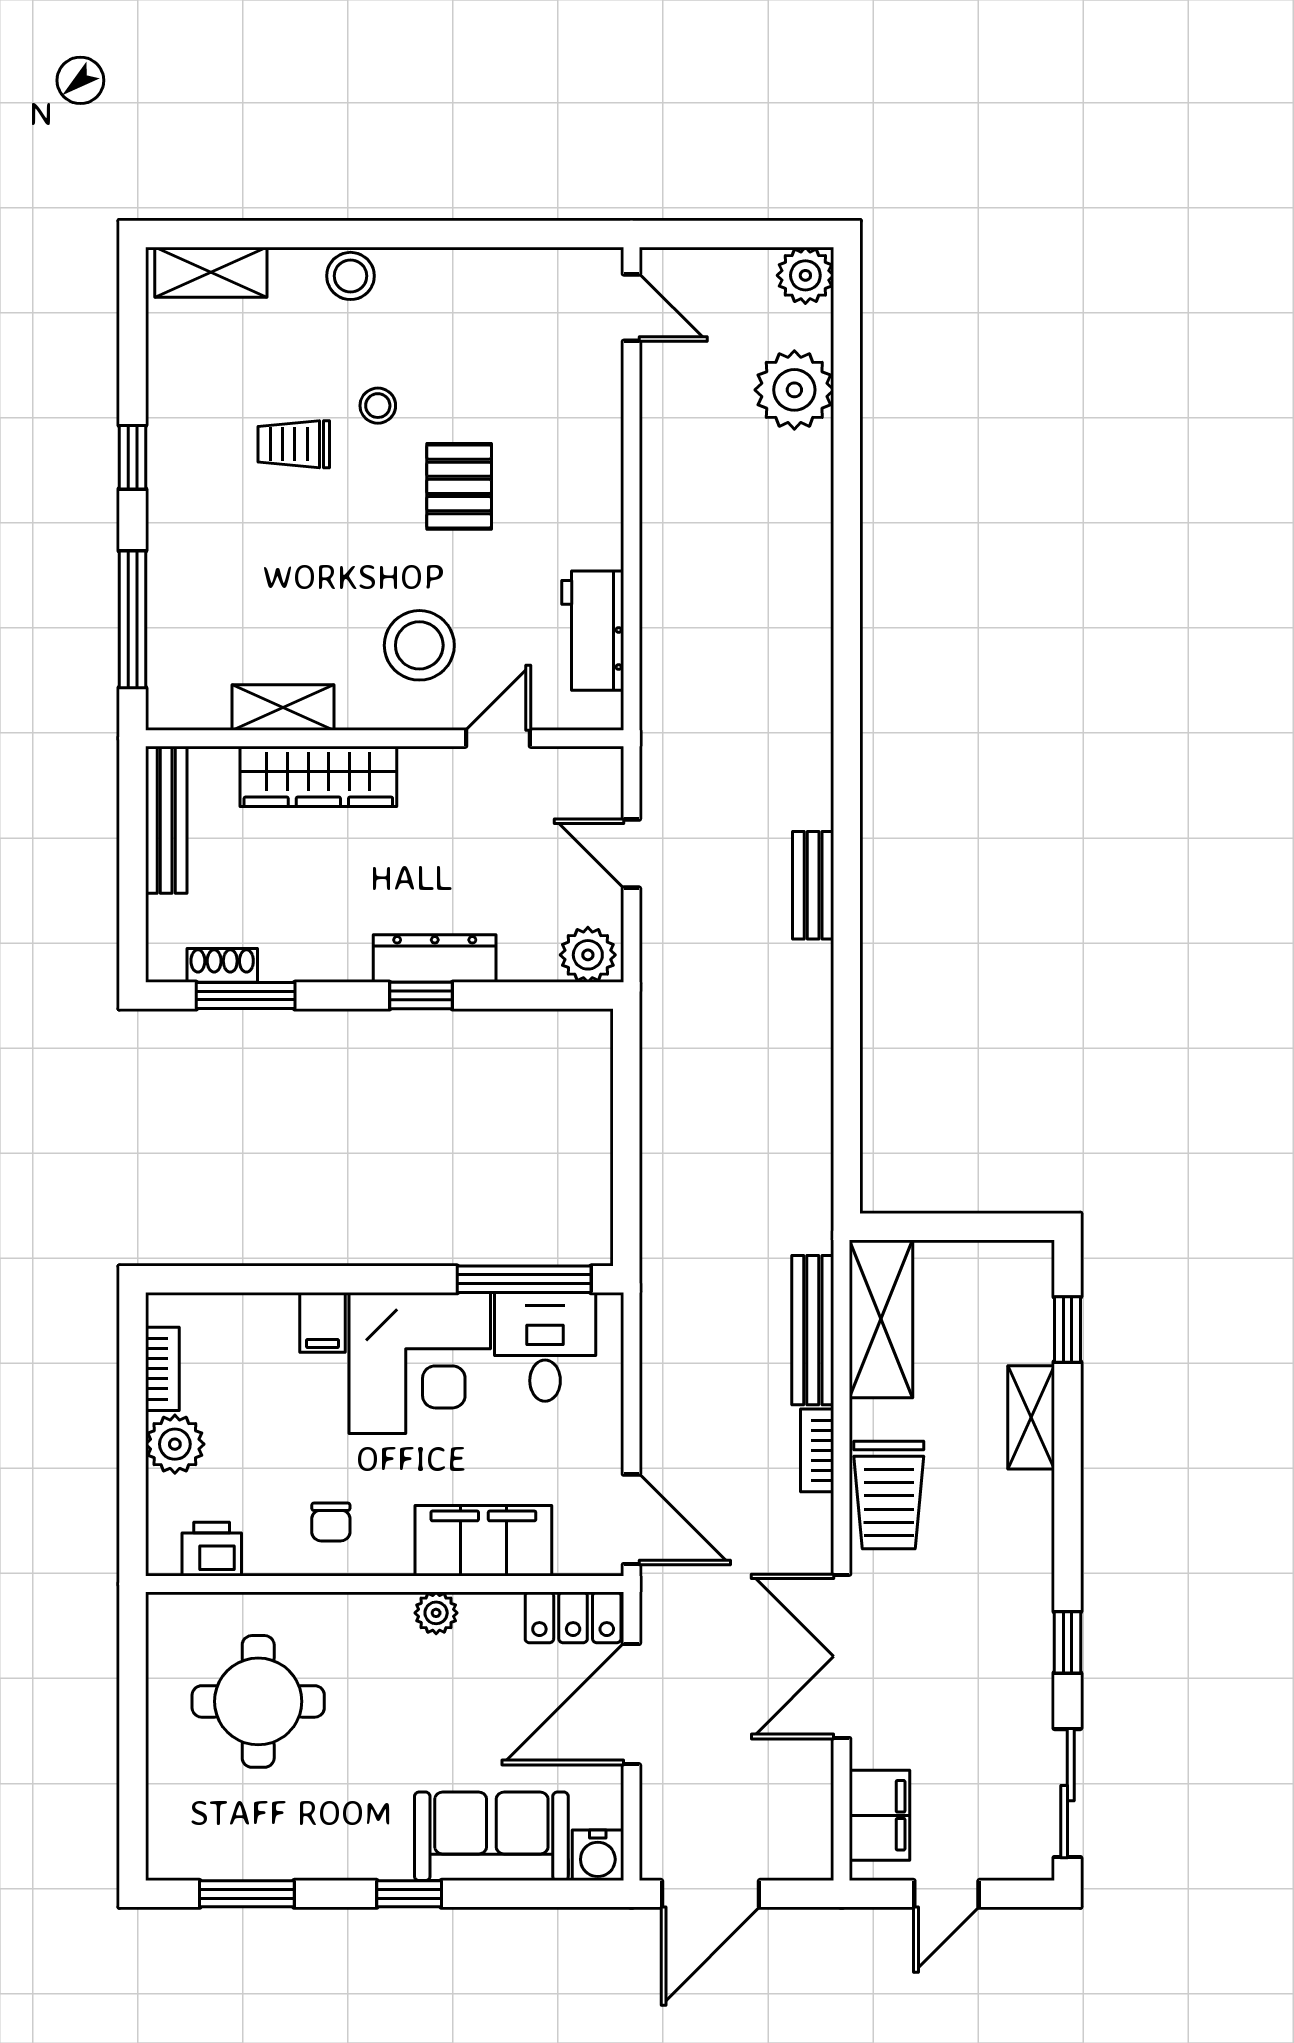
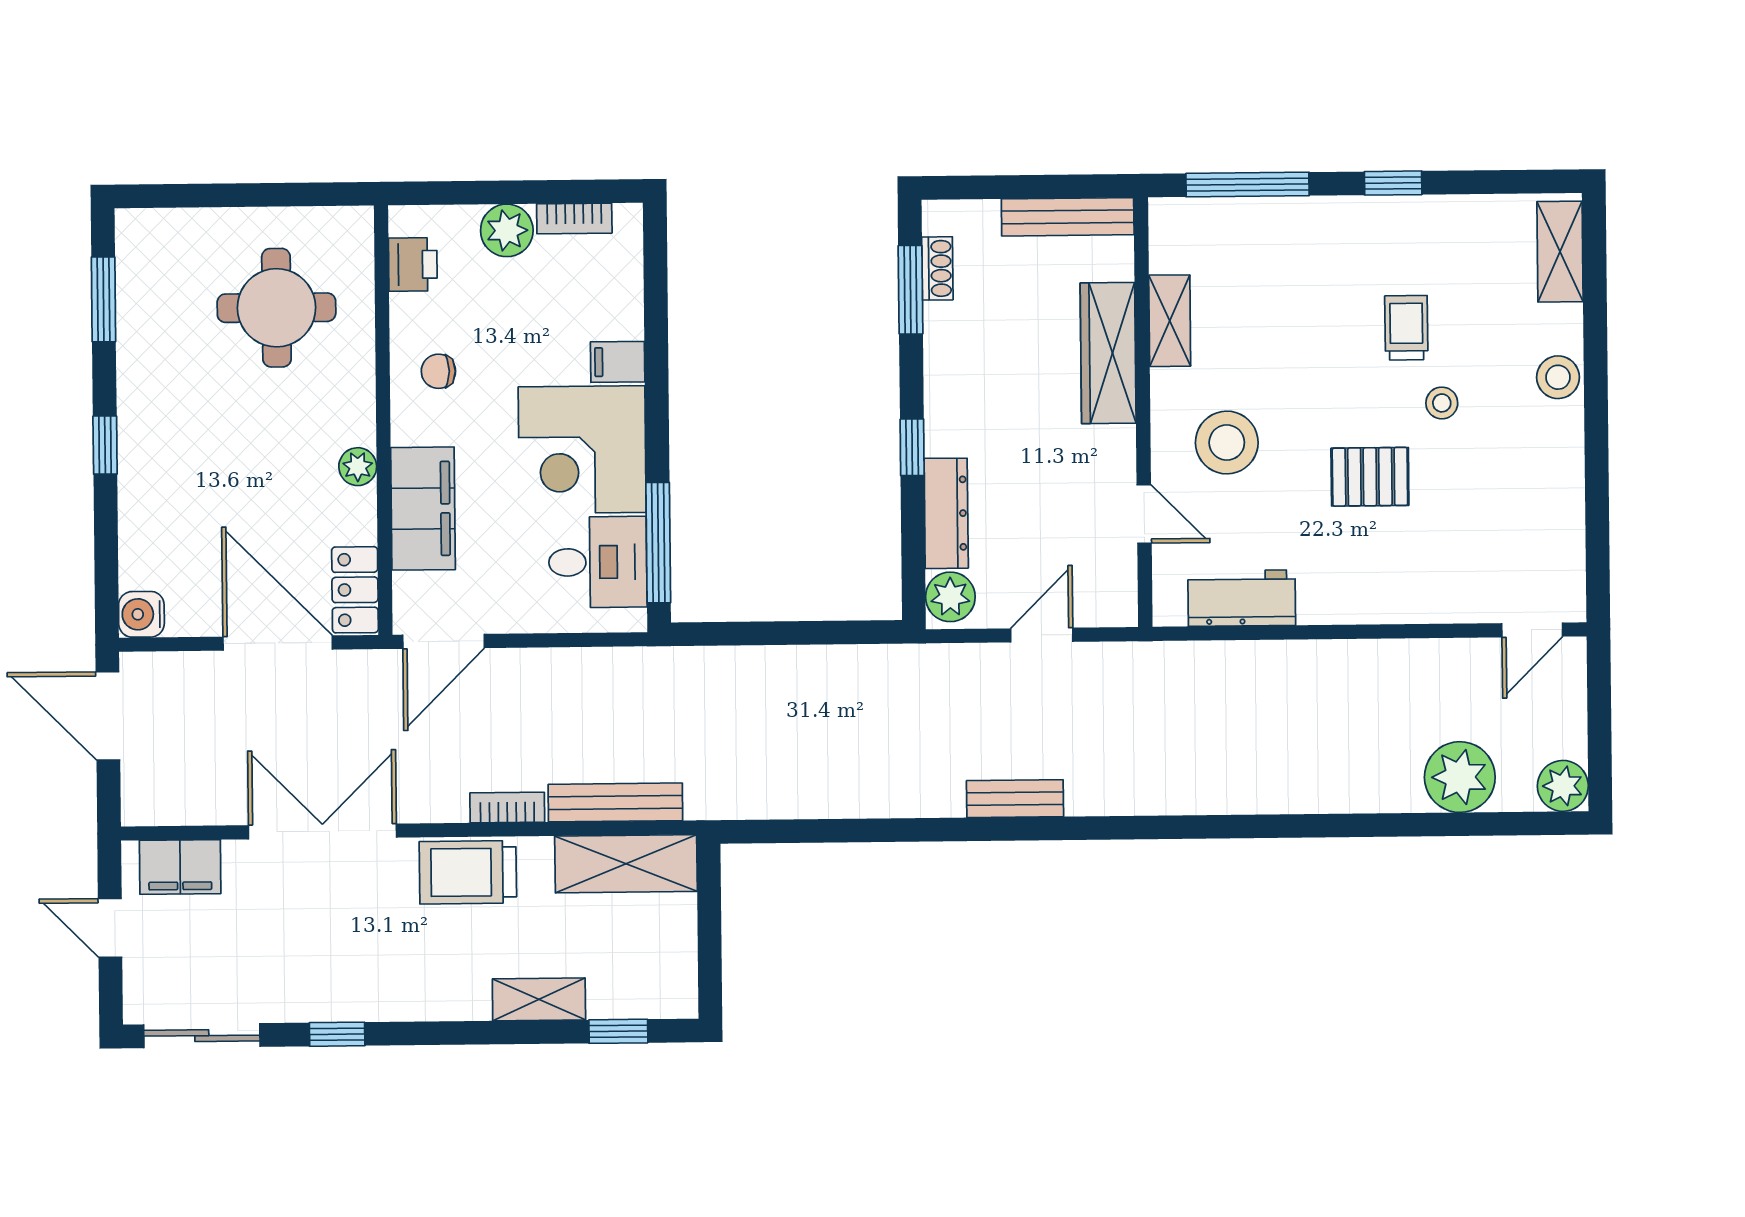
dresser: (435, 959) -> (946, 513), moved
sofa: (491, 1836) -> (157, 519), removed

